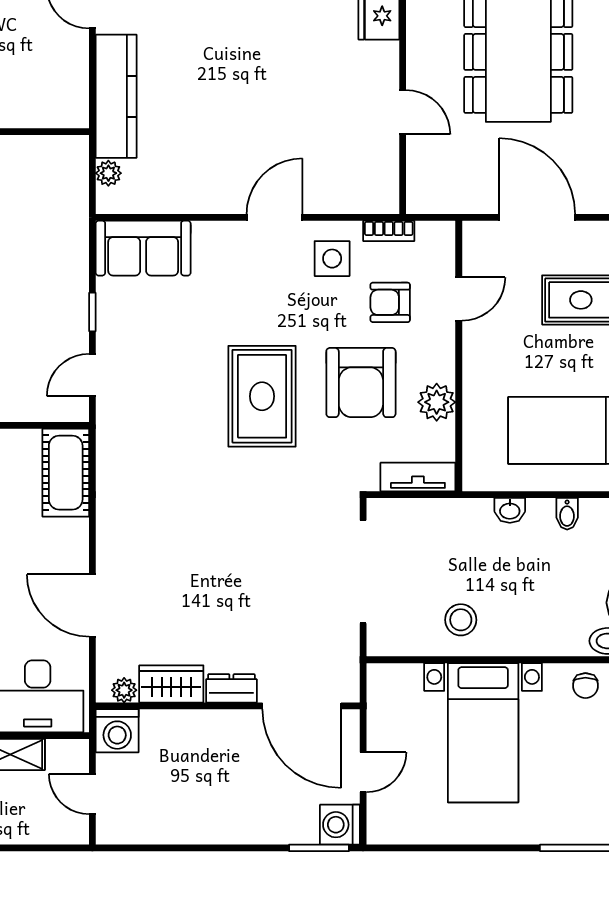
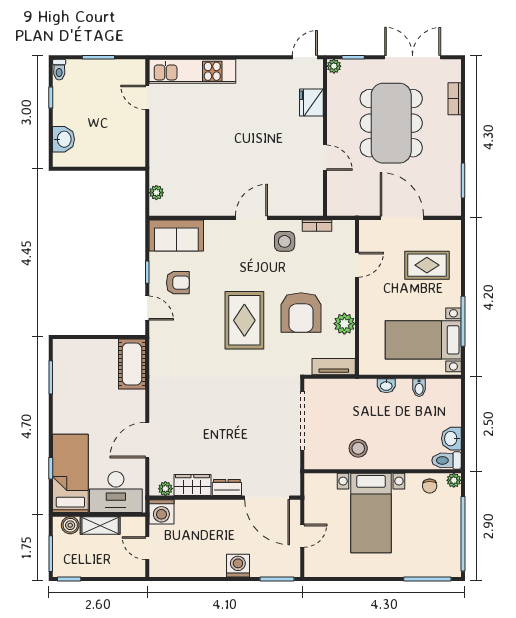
kitchen counter: (116, 96) -> (161, 148), removed
armchair: (390, 302) -> (178, 283), moved, turned 180
door: (92, 375) -> (147, 308), swing flipped
door: (92, 606) -> (147, 440), hinge flipped
washing machine: (340, 825) -> (238, 566), moved, turned 90

